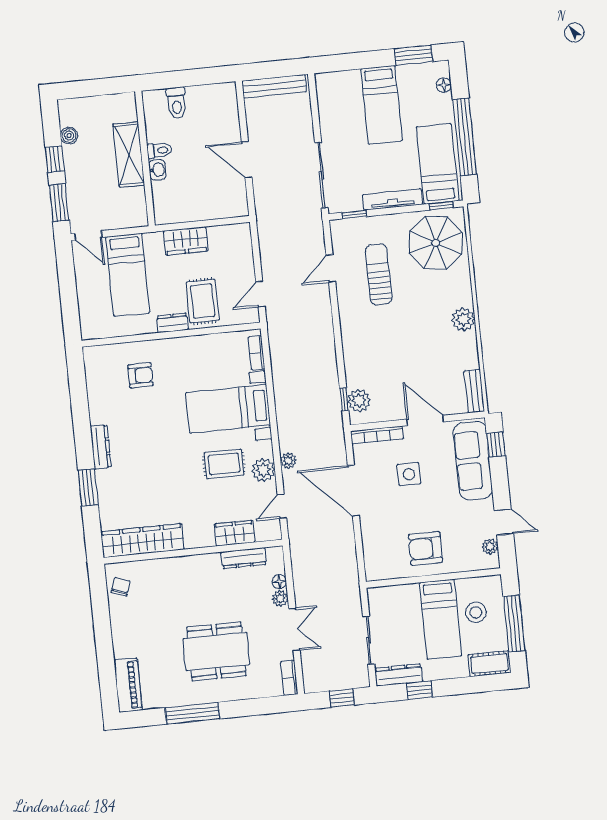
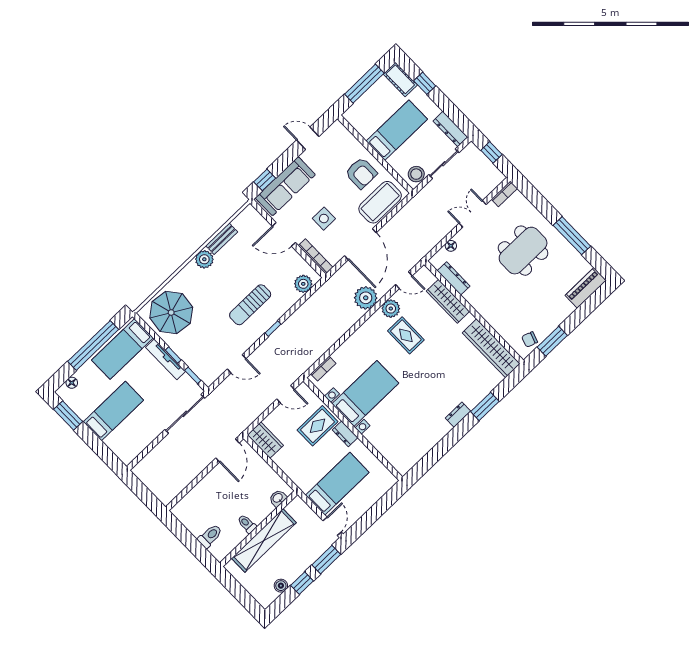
bench: (274, 86) -> (153, 485), removed
shelving: (129, 154) -> (264, 540), width x1.47
door: (247, 160) -> (228, 451), moved
washbasin: (157, 170) -> (278, 498), moved
window: (441, 206) -> (173, 355), moved
wardrobe: (186, 241) -> (265, 440), moved
sun lounger: (379, 274) -> (250, 305), moved
armchair: (140, 375) -> (392, 428), removed
bench: (474, 391) -> (222, 239), moved
window: (344, 399) -> (273, 329), moved
bed with nightstands: (228, 409) -> (365, 393), moved, turned -90
door: (425, 420) -> (284, 234), hinge flipped
dresser: (101, 447) -> (458, 415), width x0.70
plant: (288, 461) -> (366, 298), width x1.88, depth x1.88
door: (504, 522) -> (308, 138), hinge flipped
wardrobe: (235, 533) -> (448, 301), width x1.50
coffee table: (381, 544) -> (380, 202), added
plant: (490, 547) -> (329, 135), removed
plant: (280, 598) -> (461, 237), removed
window: (100, 608) -> (552, 341), added
stool: (476, 612) -> (416, 174), moved
dining table: (216, 651) -> (523, 251), turned 90
window: (419, 690) -> (425, 83), moved

